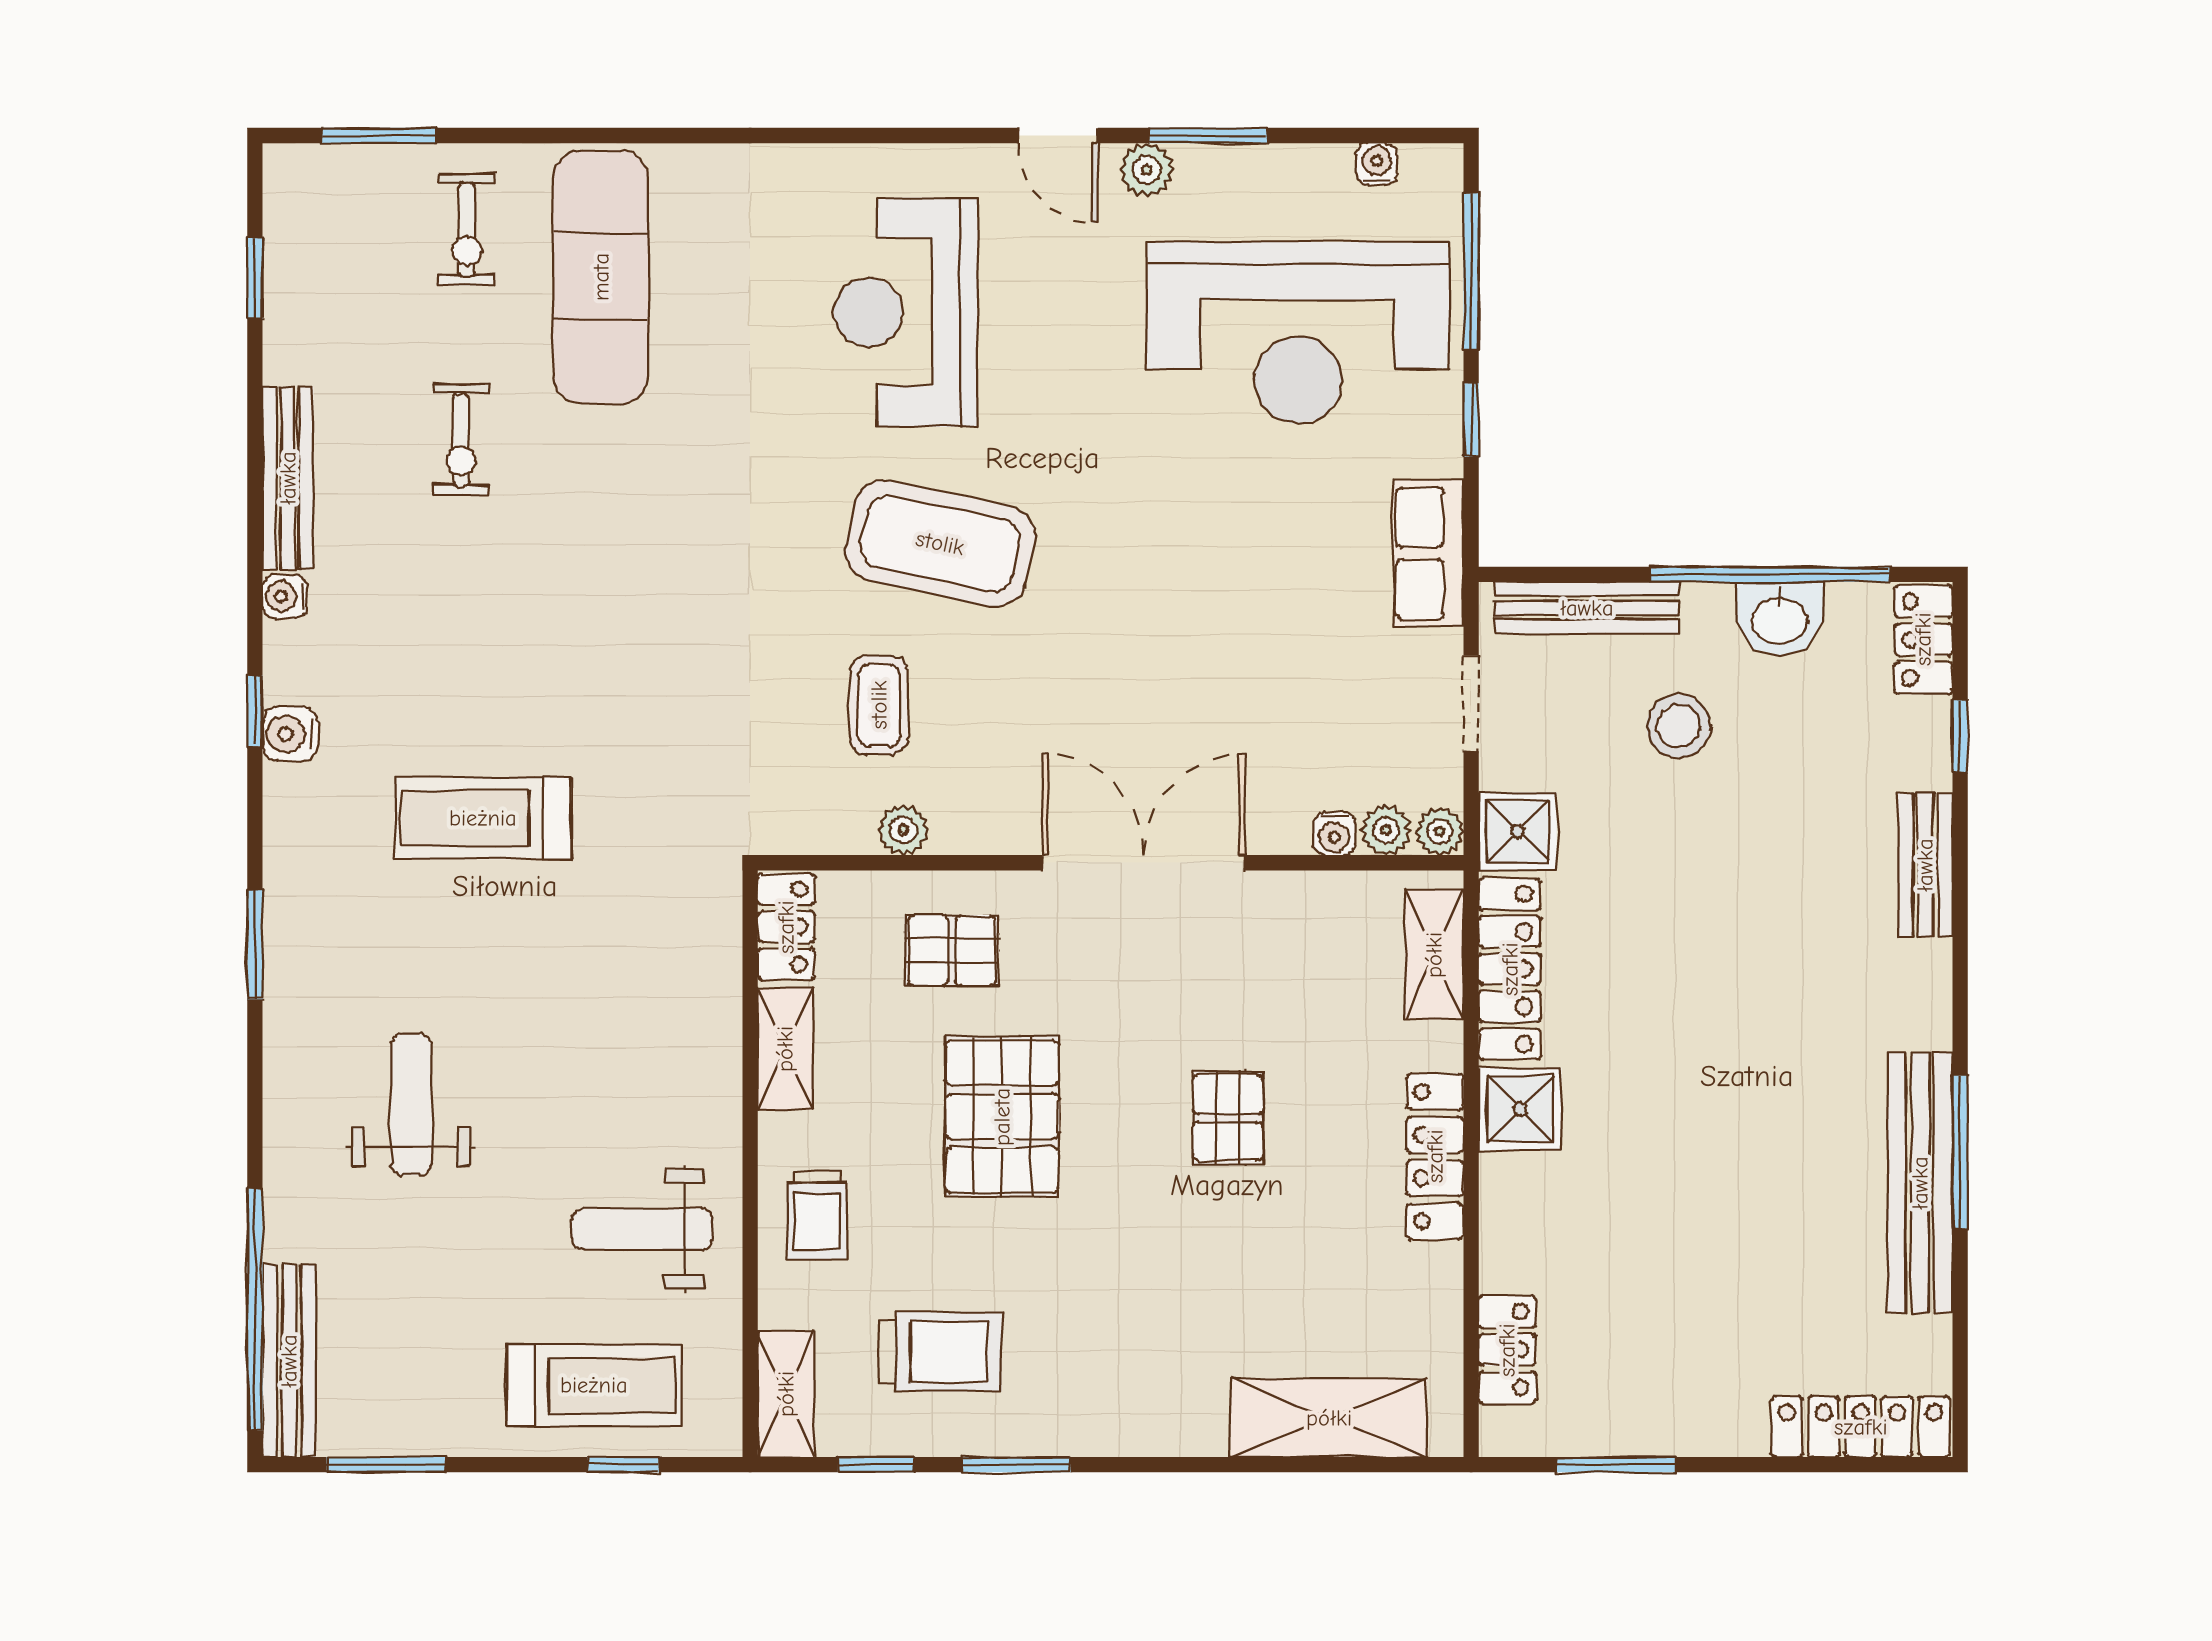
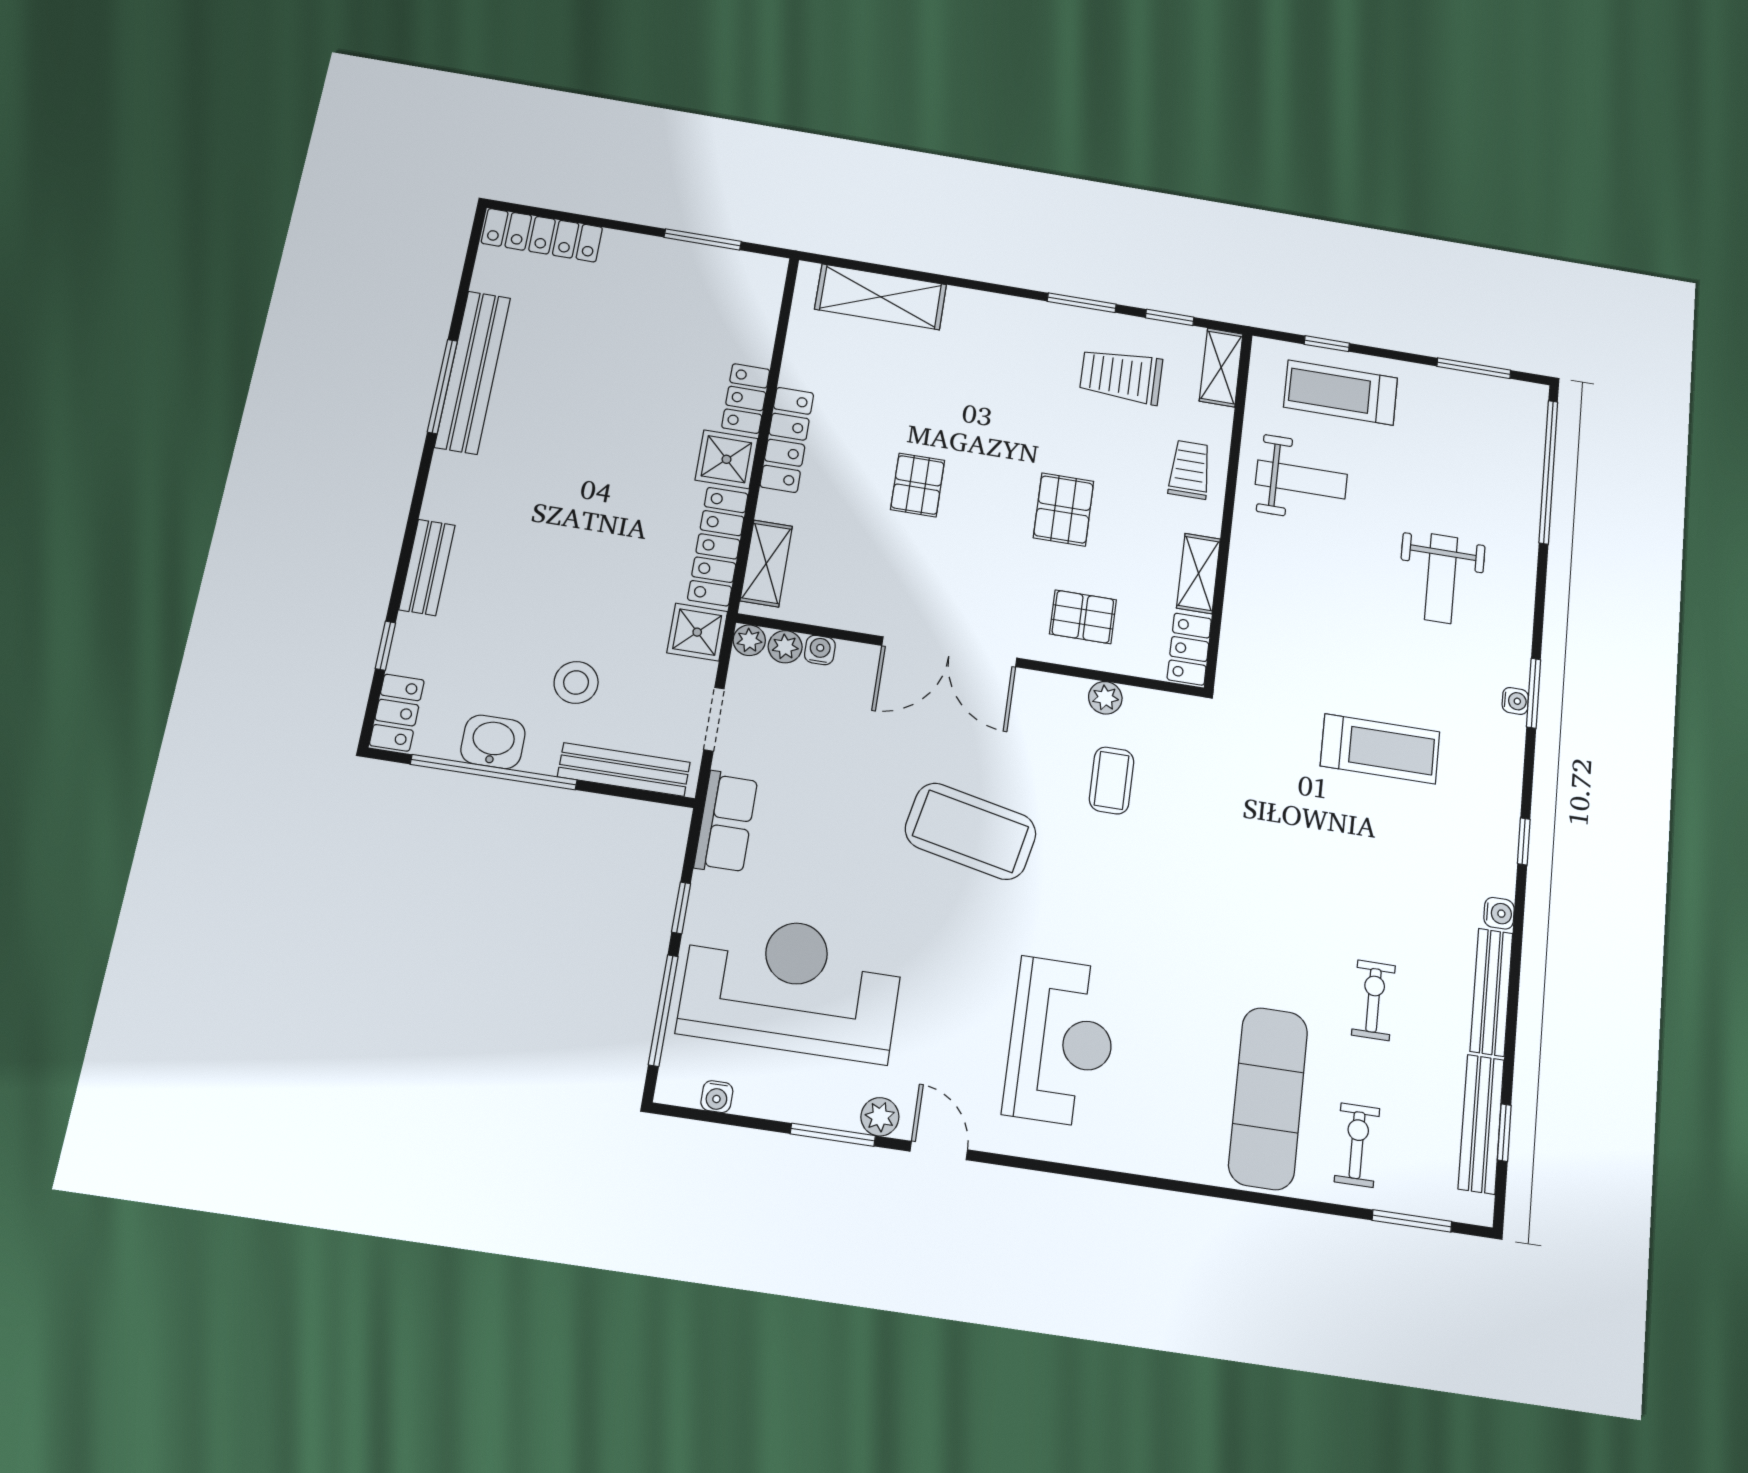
coffee table: (940, 543) -> (971, 831), moved
water cooler: (290, 734) -> (1515, 701), moved, width x0.72, depth x0.72
pallet: (1002, 1117) -> (1064, 509), width x0.67, depth x0.71
locker: (1507, 1350) -> (746, 398), moved
bench: (289, 1361) -> (1481, 1124), moved

